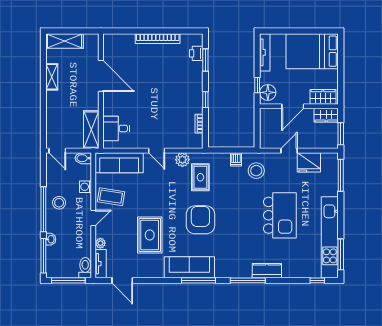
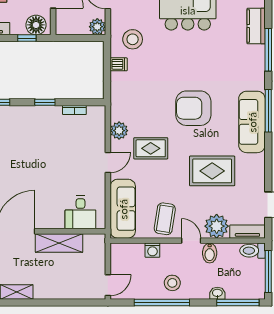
shelving: (91, 130) -> (59, 243), moved
plant: (266, 142) -> (97, 27), added
bidet: (83, 158) -> (210, 253), moved
rug: (200, 177) -> (151, 148), moved
window: (43, 209) -> (162, 302), moved
plant: (100, 243) -> (217, 226), width x1.87, depth x1.87

